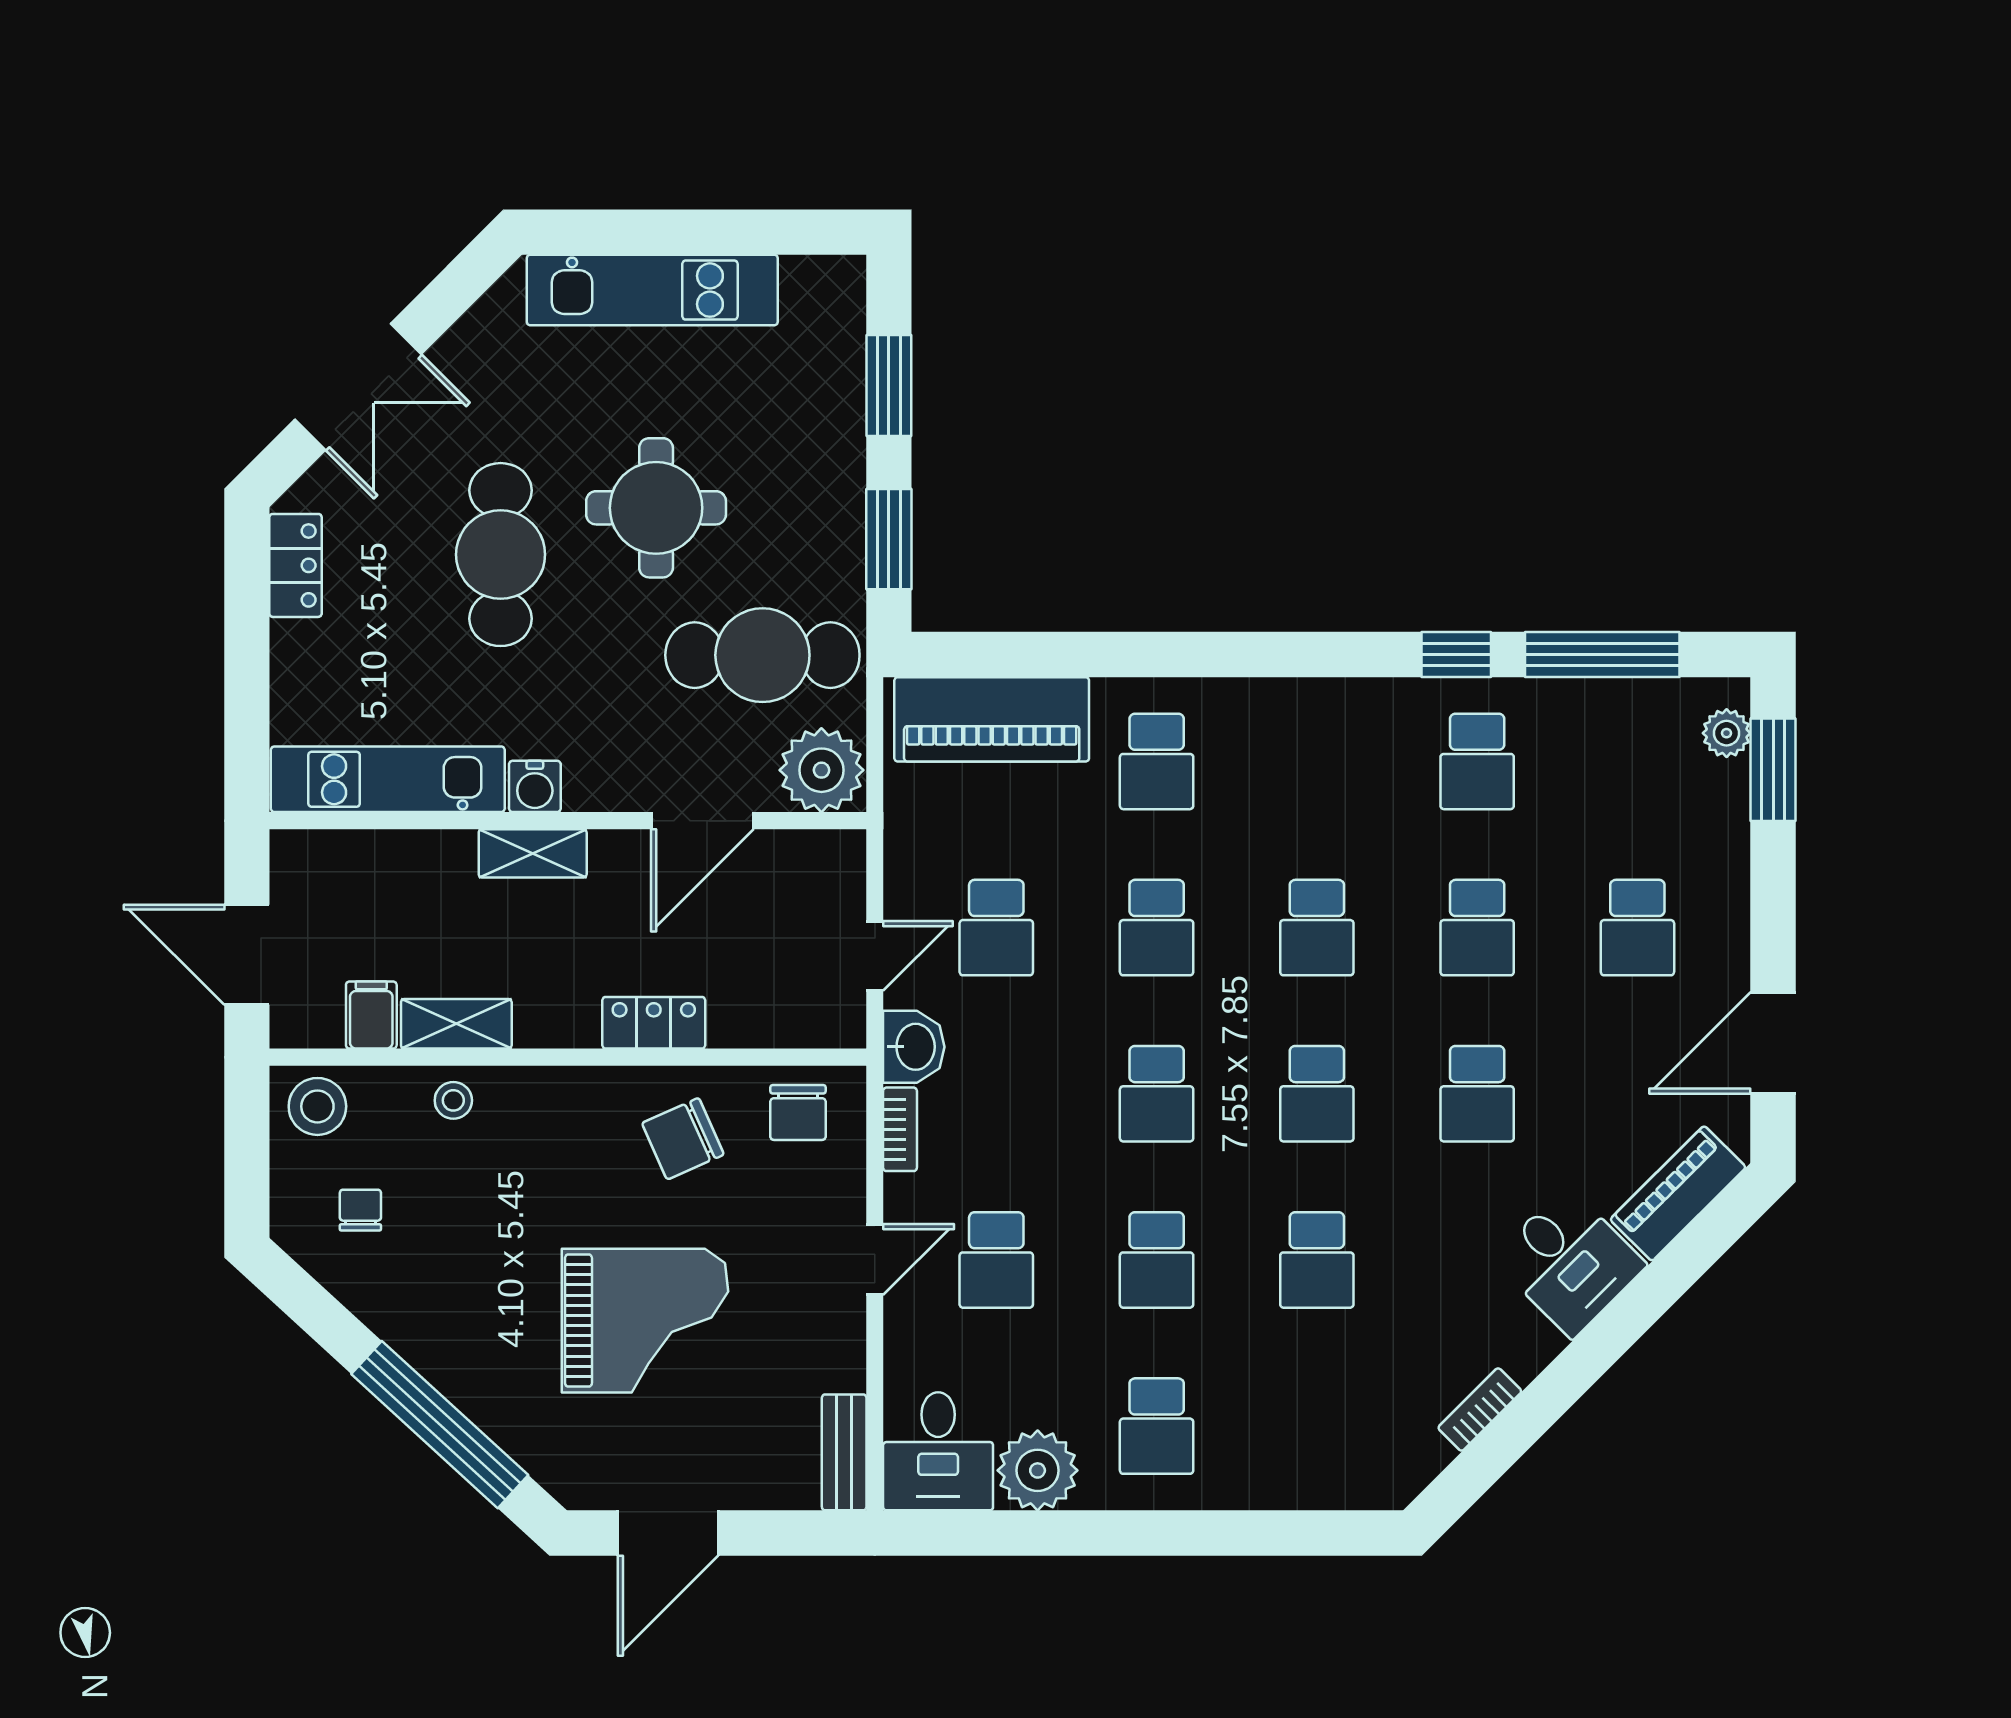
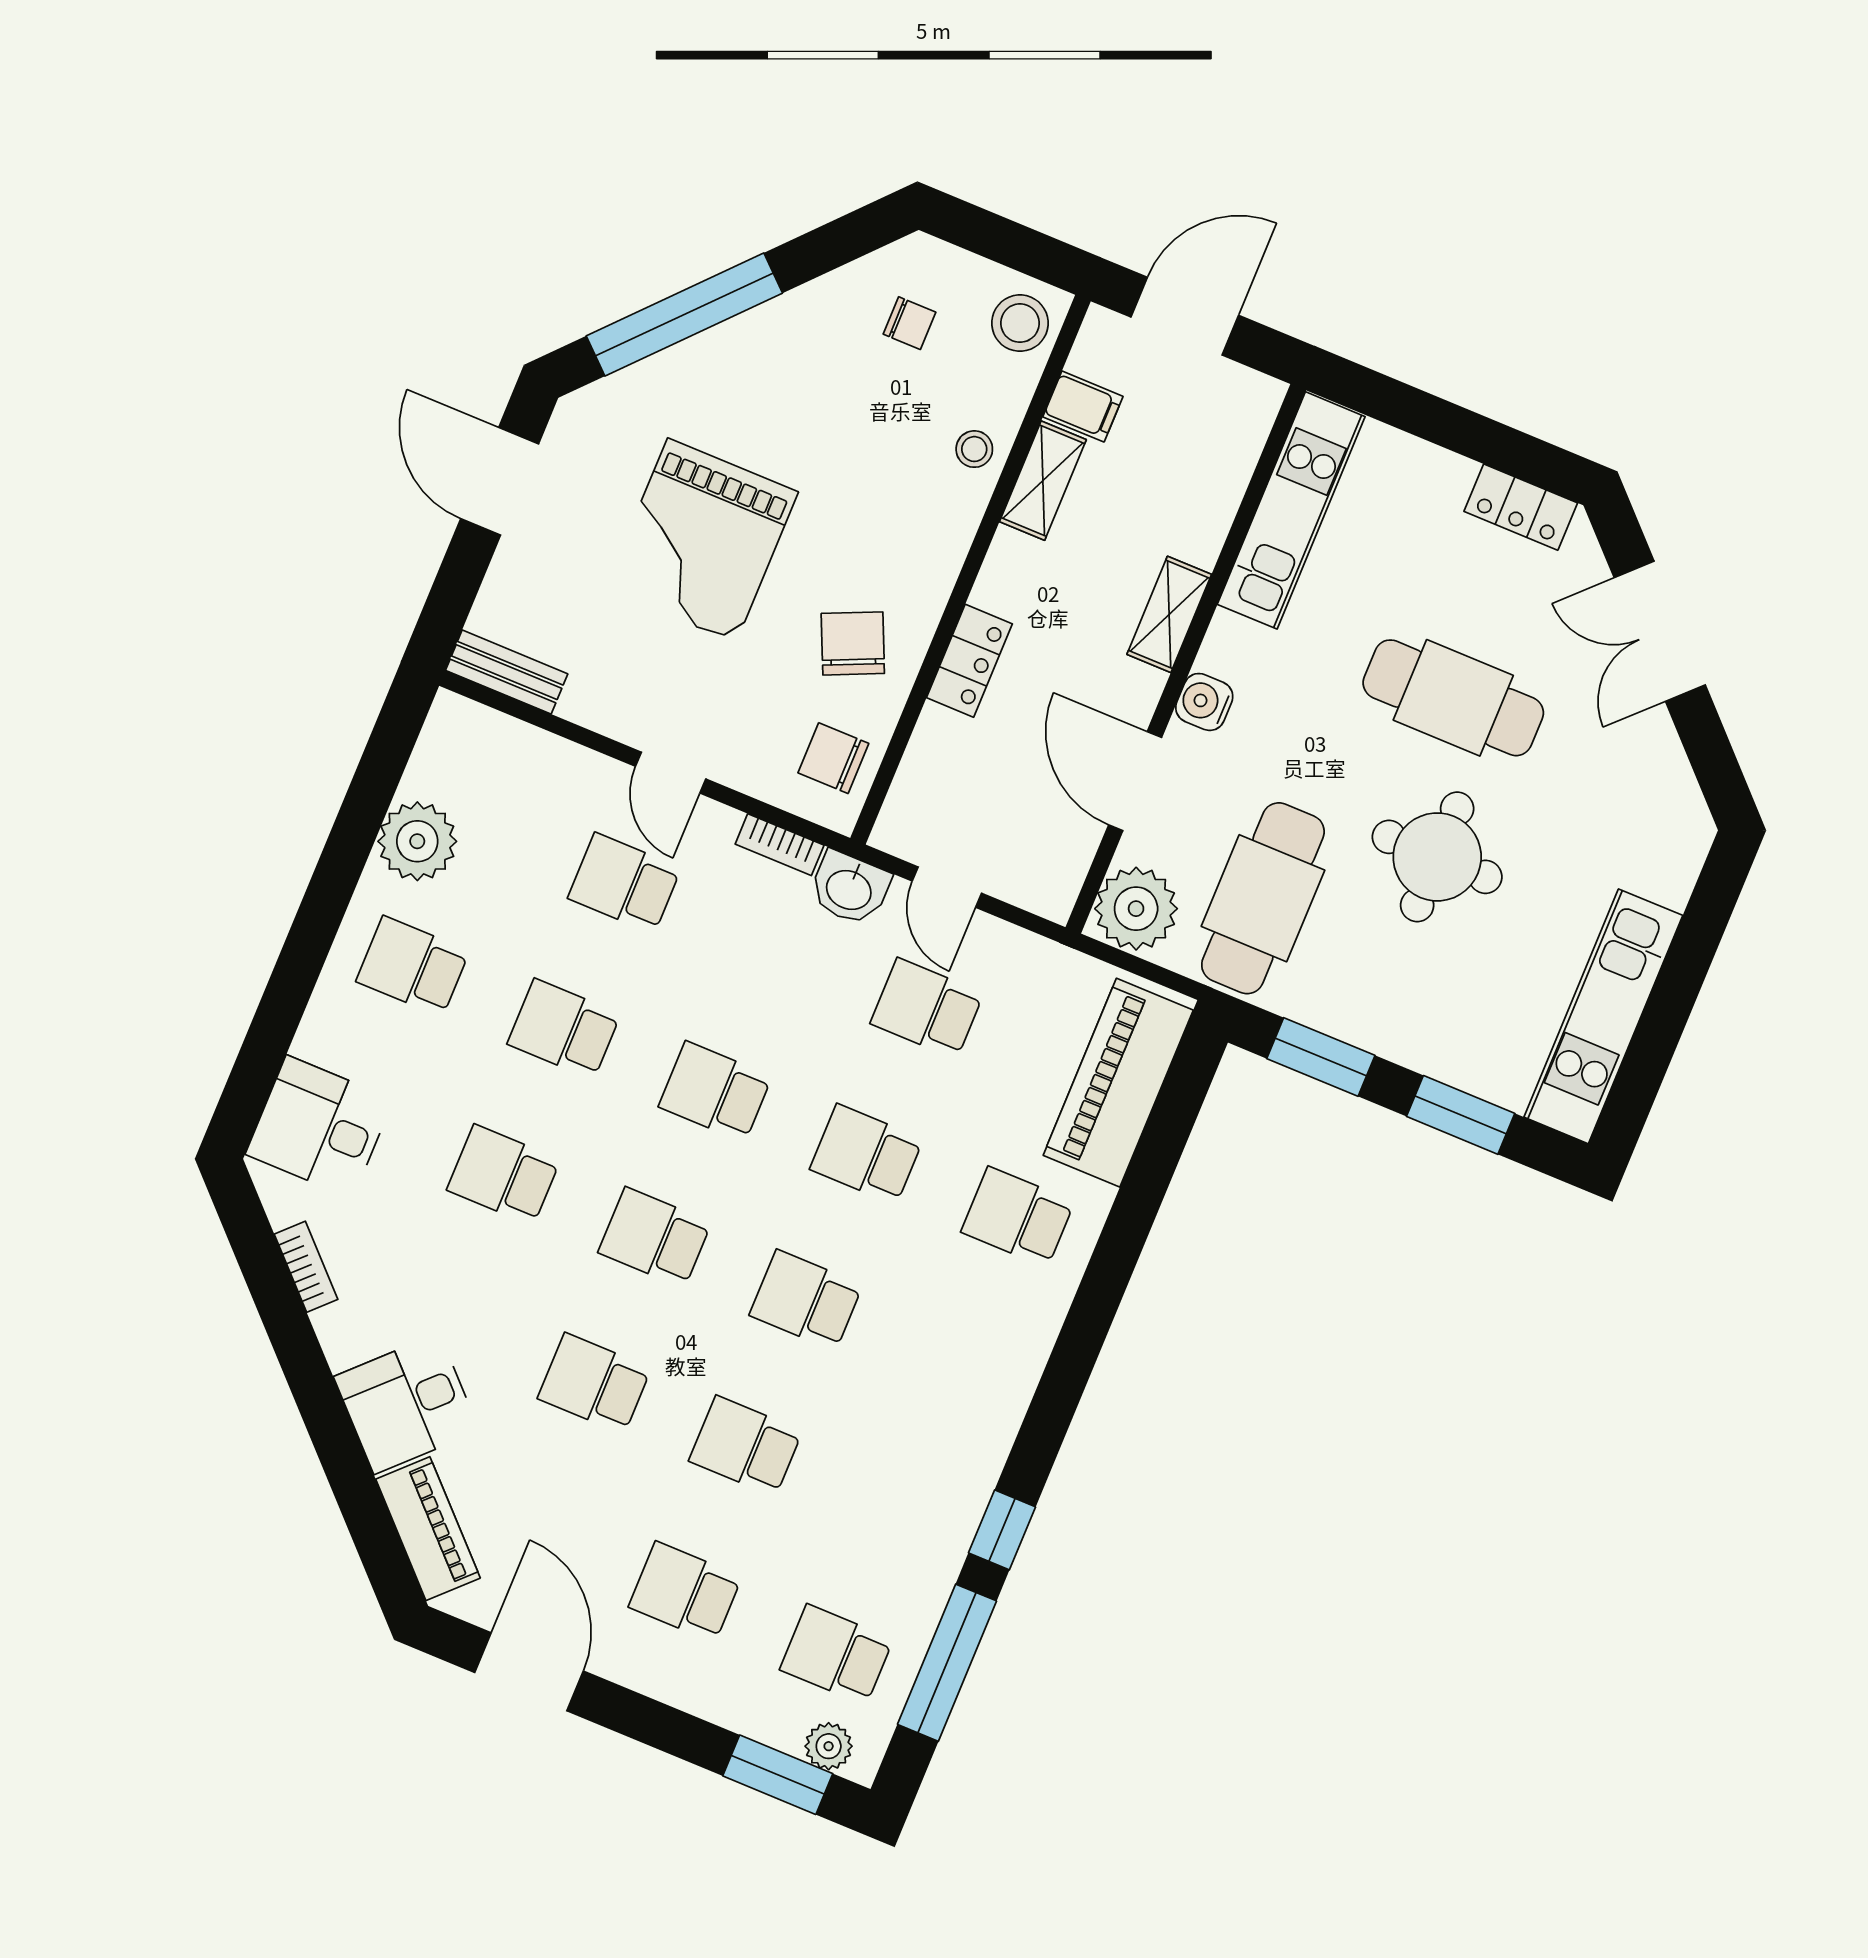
kitchen unit: (652, 290) -> (1603, 1016), moved
school desk: (1477, 761) -> (836, 1654), moved
water cooler: (535, 786) -> (1204, 702), moved
desk: (938, 1451) -> (319, 1127), moved

